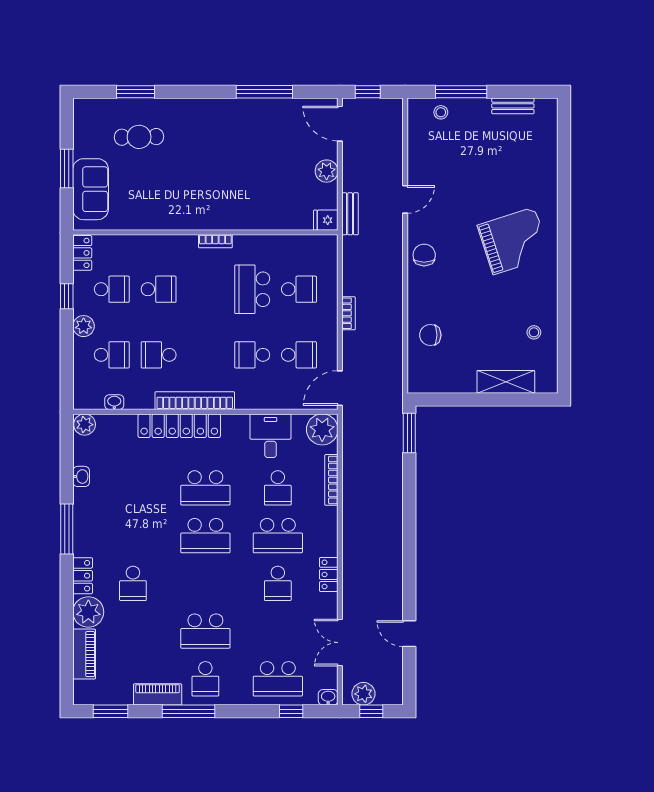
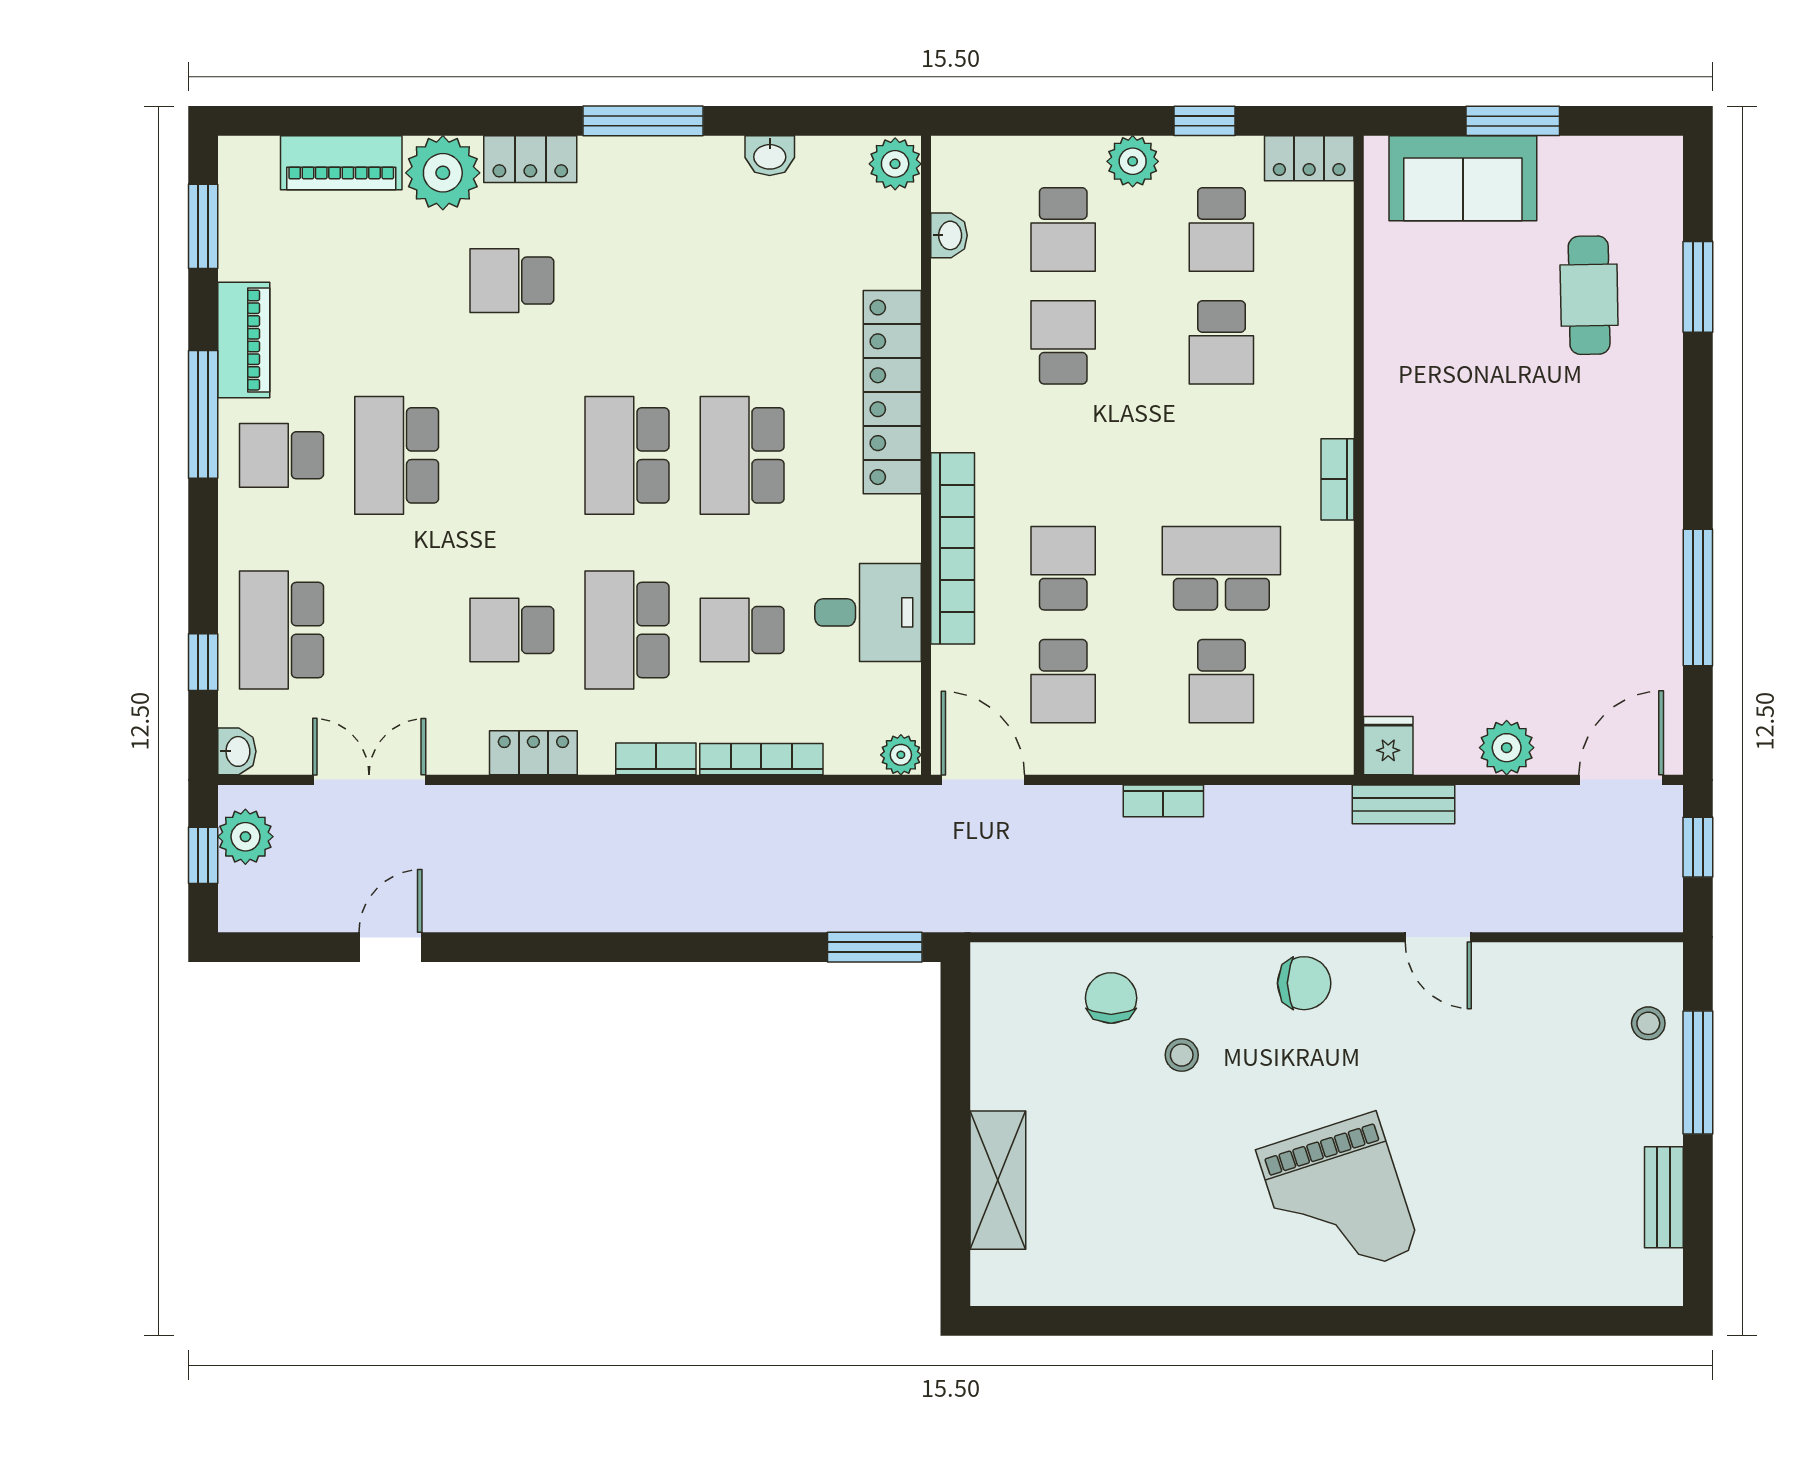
stool: (534, 332) -> (1182, 1055), moved
bookcase: (195, 401) -> (953, 548), moved
plant: (322, 429) -> (901, 755), width x0.53, depth x0.53
bookcase: (331, 524) -> (656, 759), added

